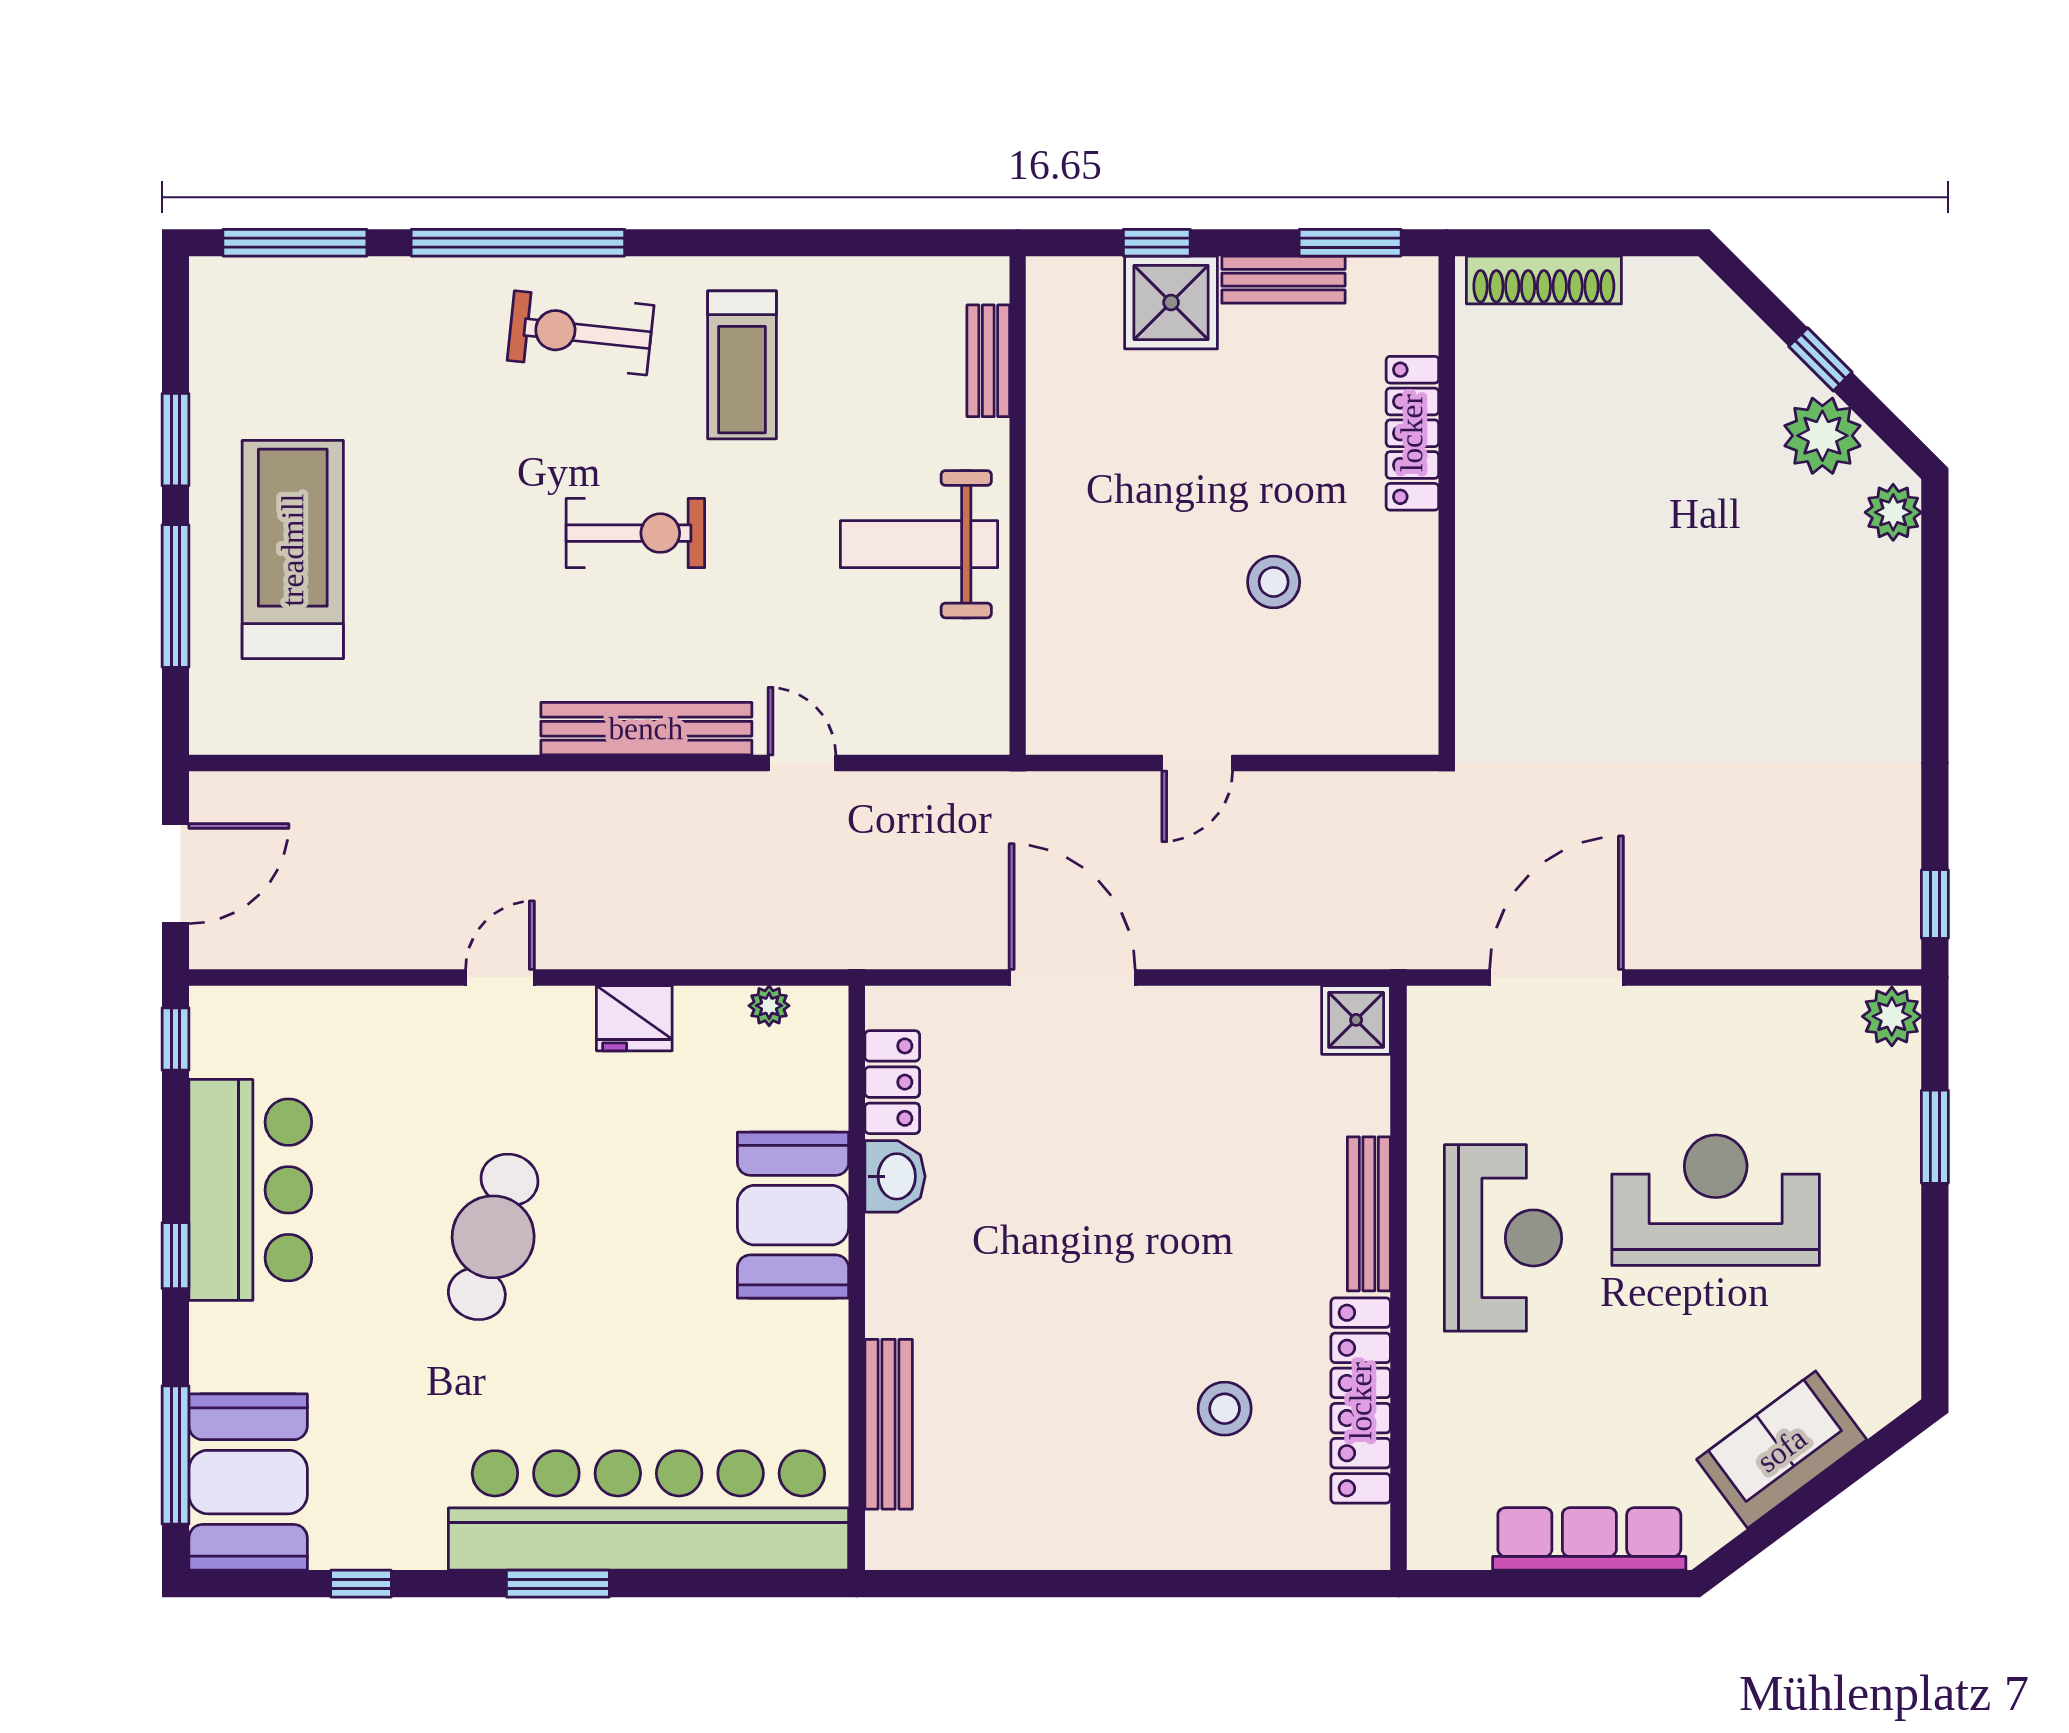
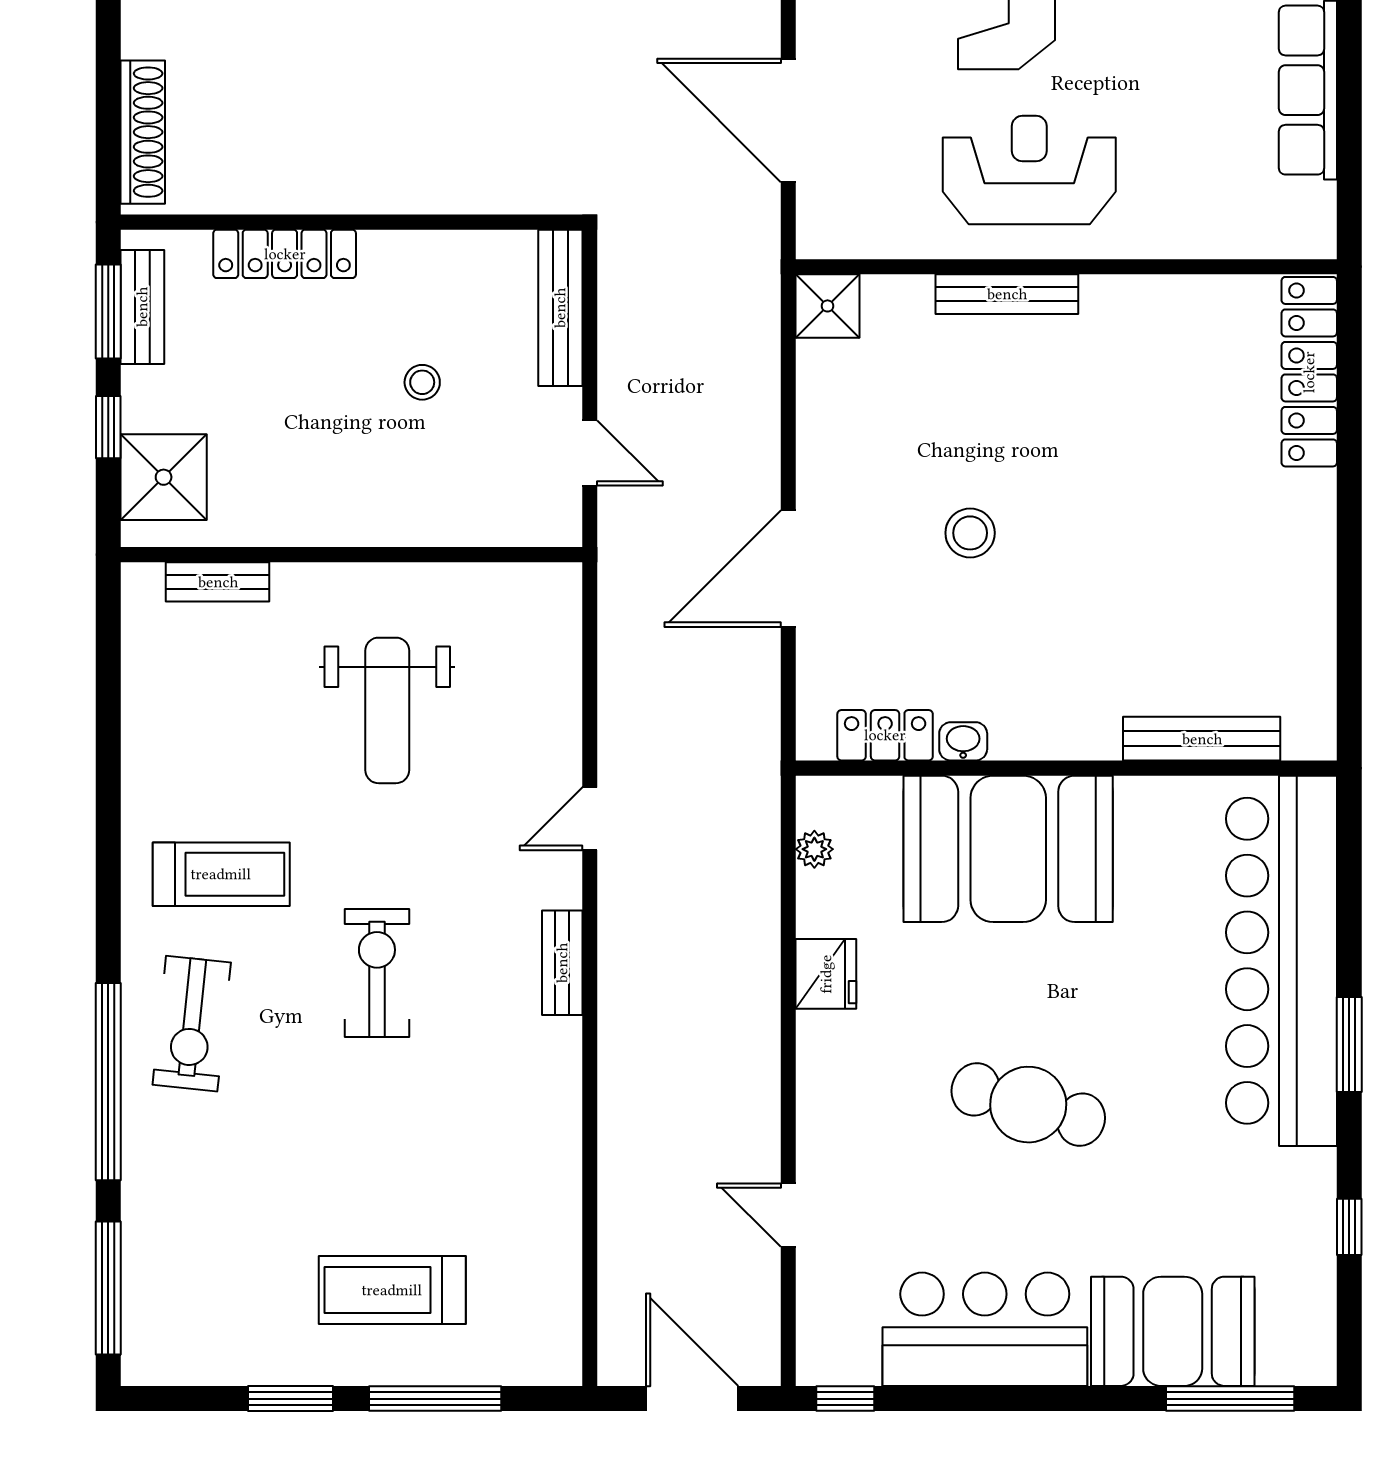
window: (1157, 243) -> (108, 427), moved
bench: (1283, 280) -> (142, 307), moved
bench: (988, 361) -> (218, 582), moved
wall: (1018, 506) -> (351, 555), moved
treadmill: (293, 550) -> (392, 1290), width x0.73, depth x0.73
stool: (1274, 582) -> (422, 382), width x0.73, depth x0.73
bench: (646, 729) -> (562, 963), width x0.54, depth x0.82
bench: (1354, 731) -> (560, 308), added
door: (500, 978) -> (788, 1215), moved
washbasin: (895, 1176) -> (963, 741), width x0.72, depth x0.69
booth: (793, 1215) -> (1008, 849), width x1.36, depth x1.42
window: (176, 1256) -> (1046, 1399), removed
locker: (1361, 1401) -> (1309, 372), moved, turned 90
stool: (1225, 1409) -> (970, 533), moved
booth: (248, 1482) -> (1173, 1331), moved

